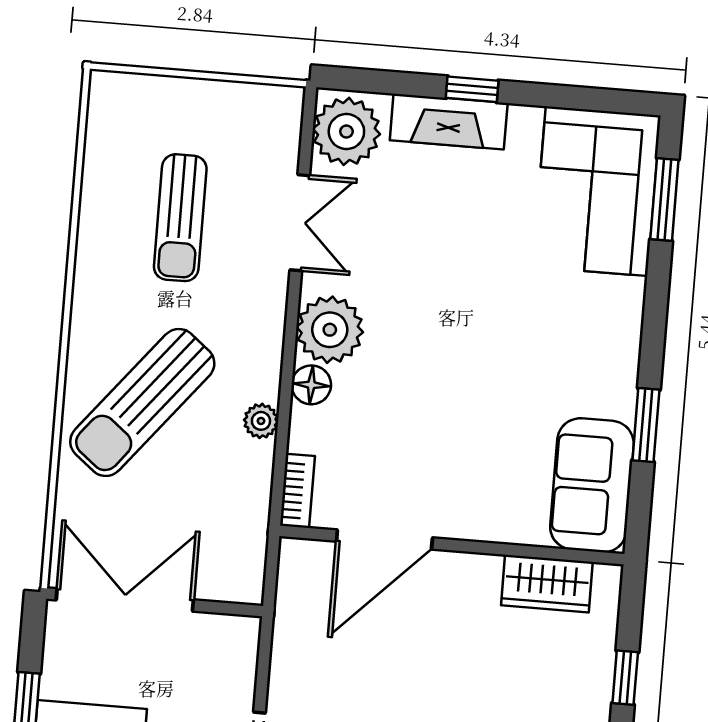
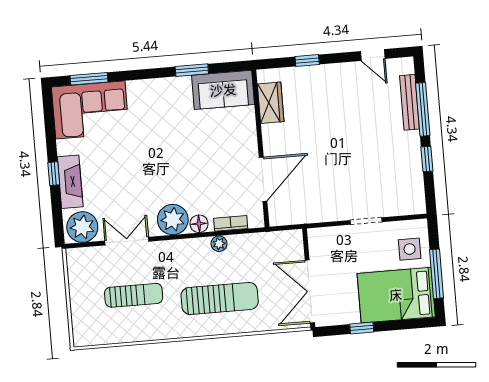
sun lounger: (142, 402) -> (220, 298), turned -39
bookcase: (297, 491) -> (231, 223), moved
door: (384, 539) -> (263, 179), hinge flipped

